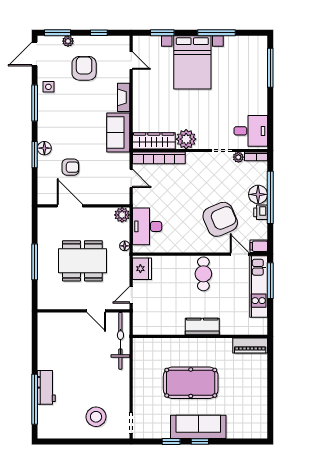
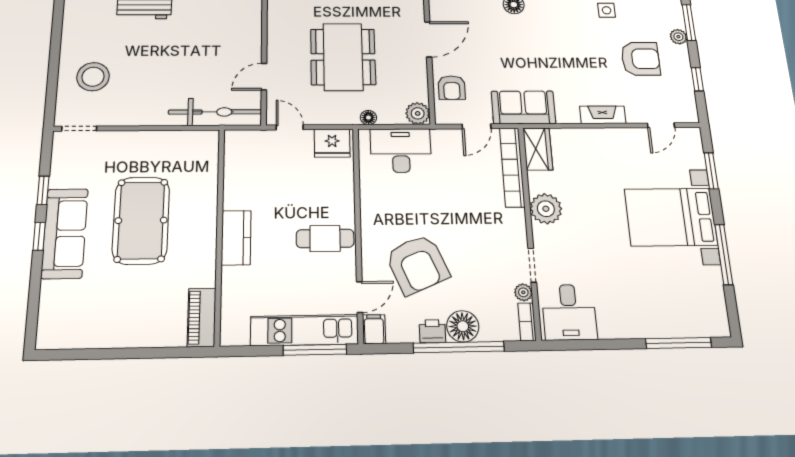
sofa: (118, 133) -> (523, 107), moved
wardrobe: (154, 141) -> (538, 149), width x0.67
armchair: (70, 167) -> (452, 88), moved

